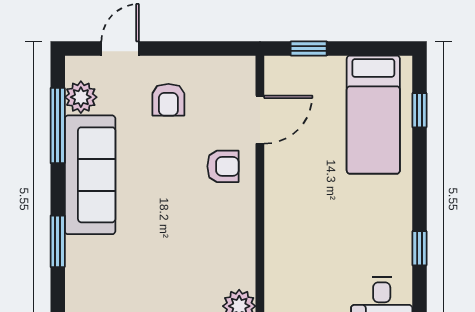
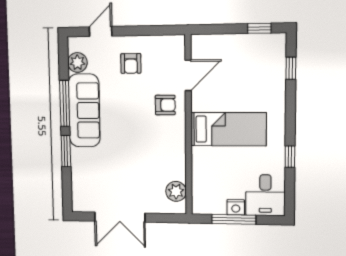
window: (309, 48) -> (259, 28), moved
bed: (373, 115) -> (228, 129), moved, turned -90
window: (58, 126) -> (65, 103), moved

